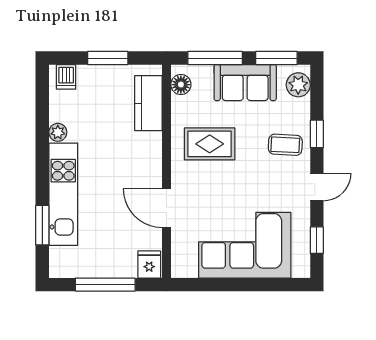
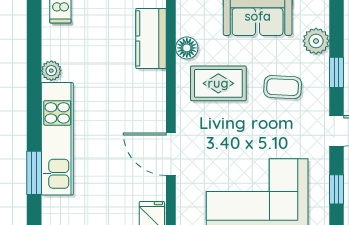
floor lamp: (181, 85) -> (187, 48), moved
plant: (298, 85) -> (316, 41), moved
coffee table: (285, 145) -> (283, 87), moved

